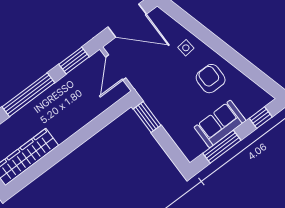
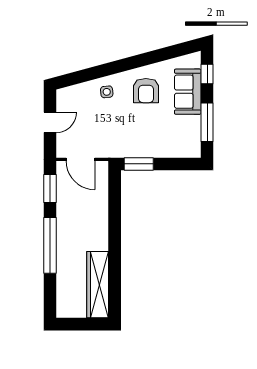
door: (127, 21) -> (50, 122), width x0.53
armchair: (211, 79) -> (146, 91), turned -90
sofa: (220, 124) -> (188, 92), moved

